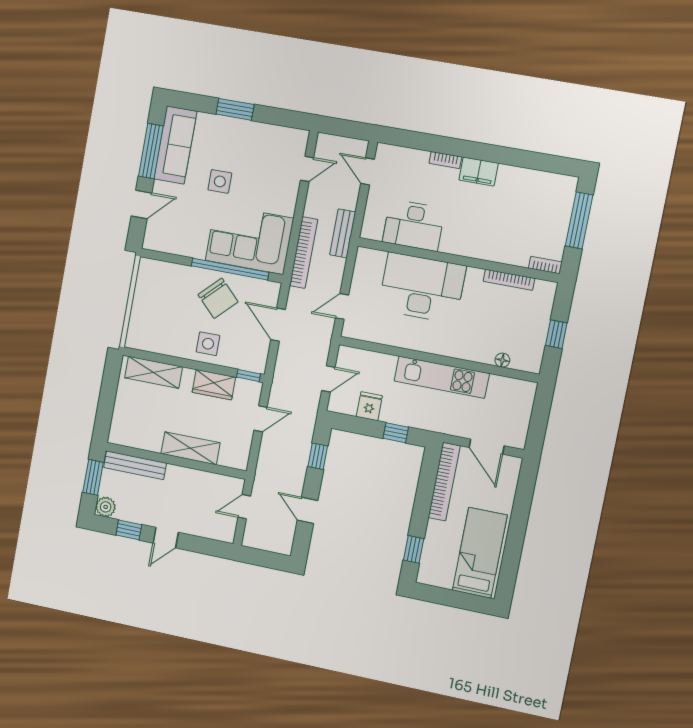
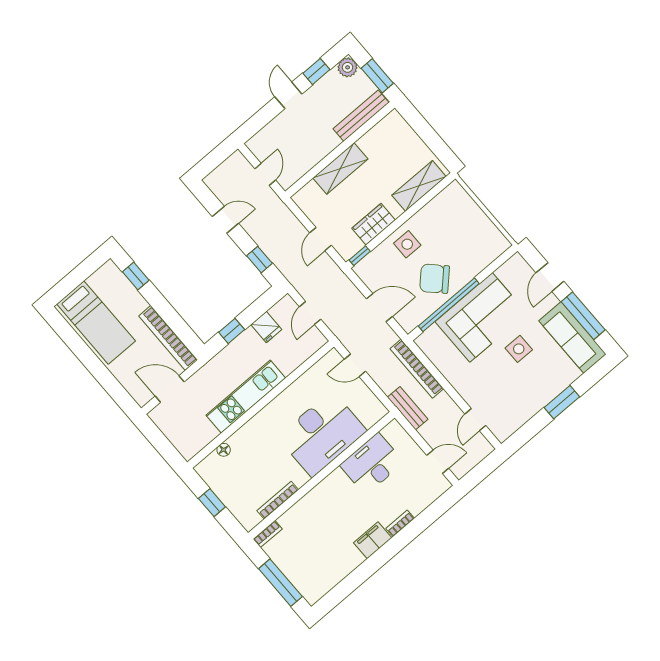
corner sofa: (249, 239) -> (481, 317), moved
door: (342, 306) -> (355, 365), swing flipped

